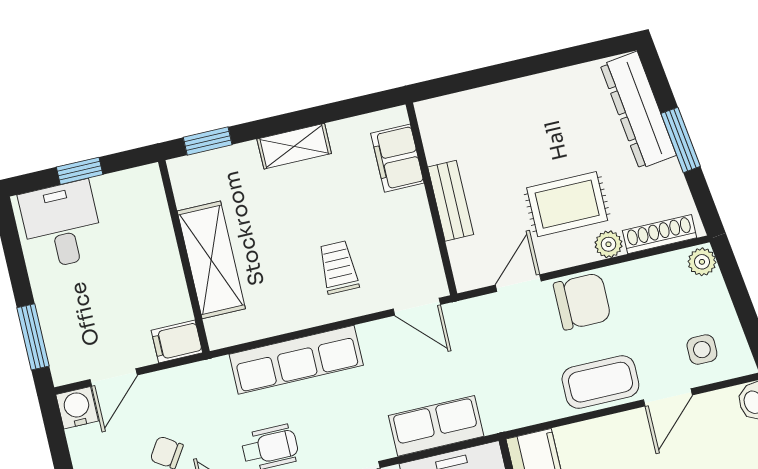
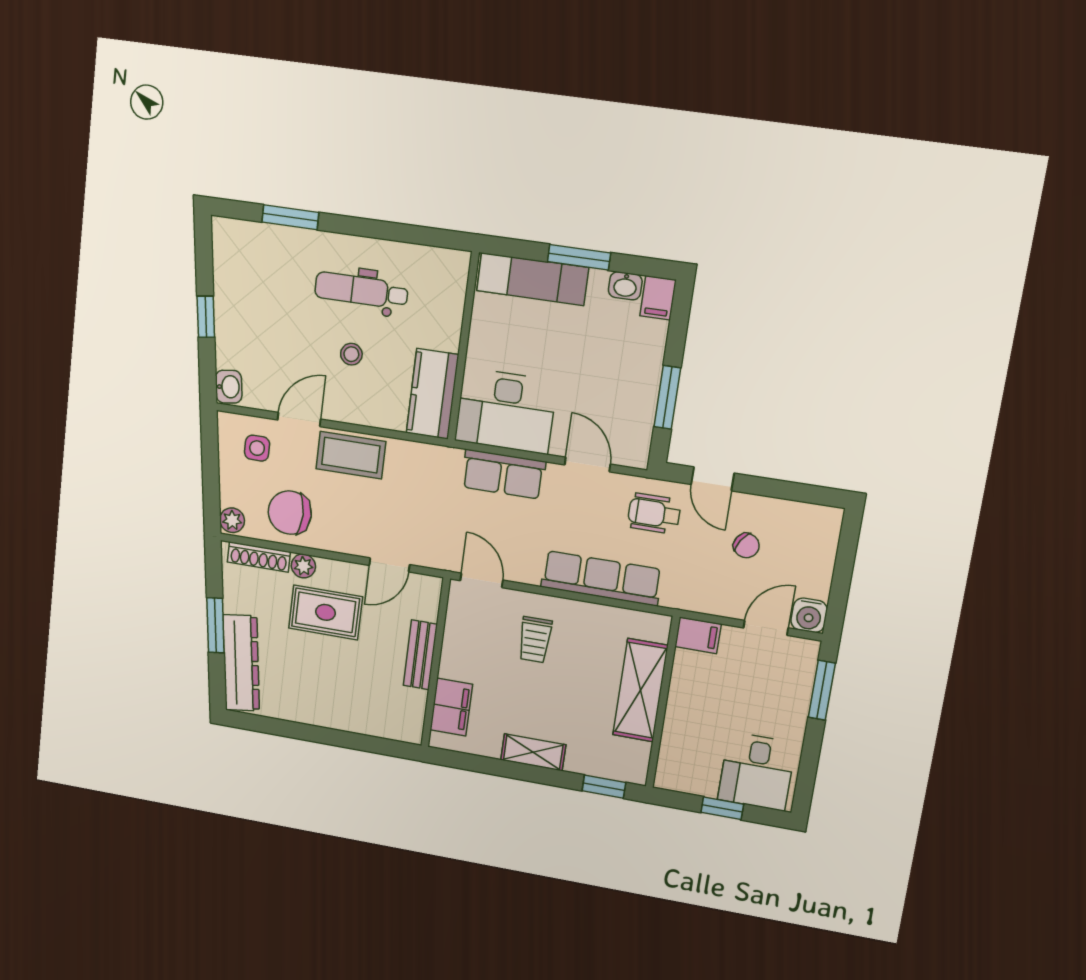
chair: (582, 301) -> (290, 513), moved

